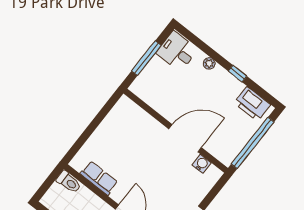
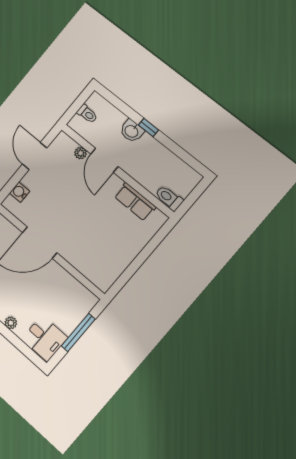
water cooler: (202, 164) -> (19, 192), moved, turned 90

